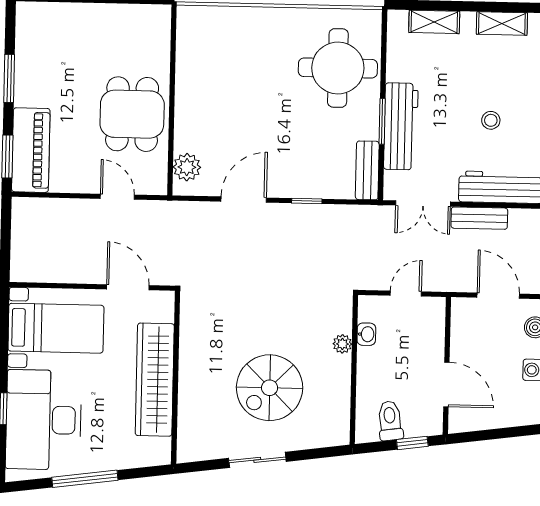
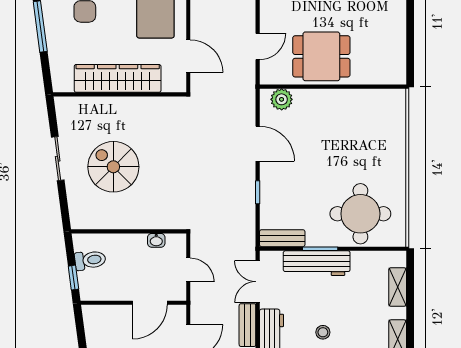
door: (128, 287) -> (188, 56), hinge flipped
plant: (342, 344) -> (148, 222), removed
door: (446, 384) -> (150, 303), moved

